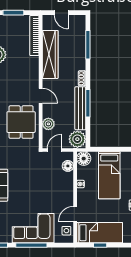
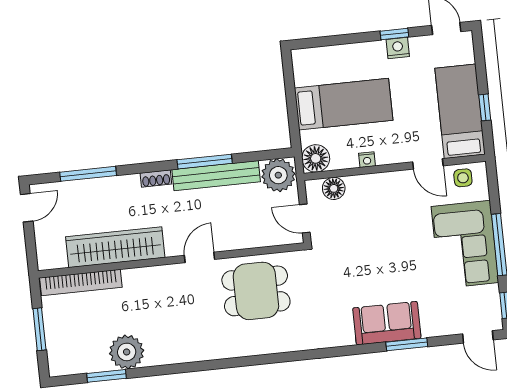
door: (61, 13) -> (27, 208), moved
plant: (48, 124) -> (254, 236), removed

